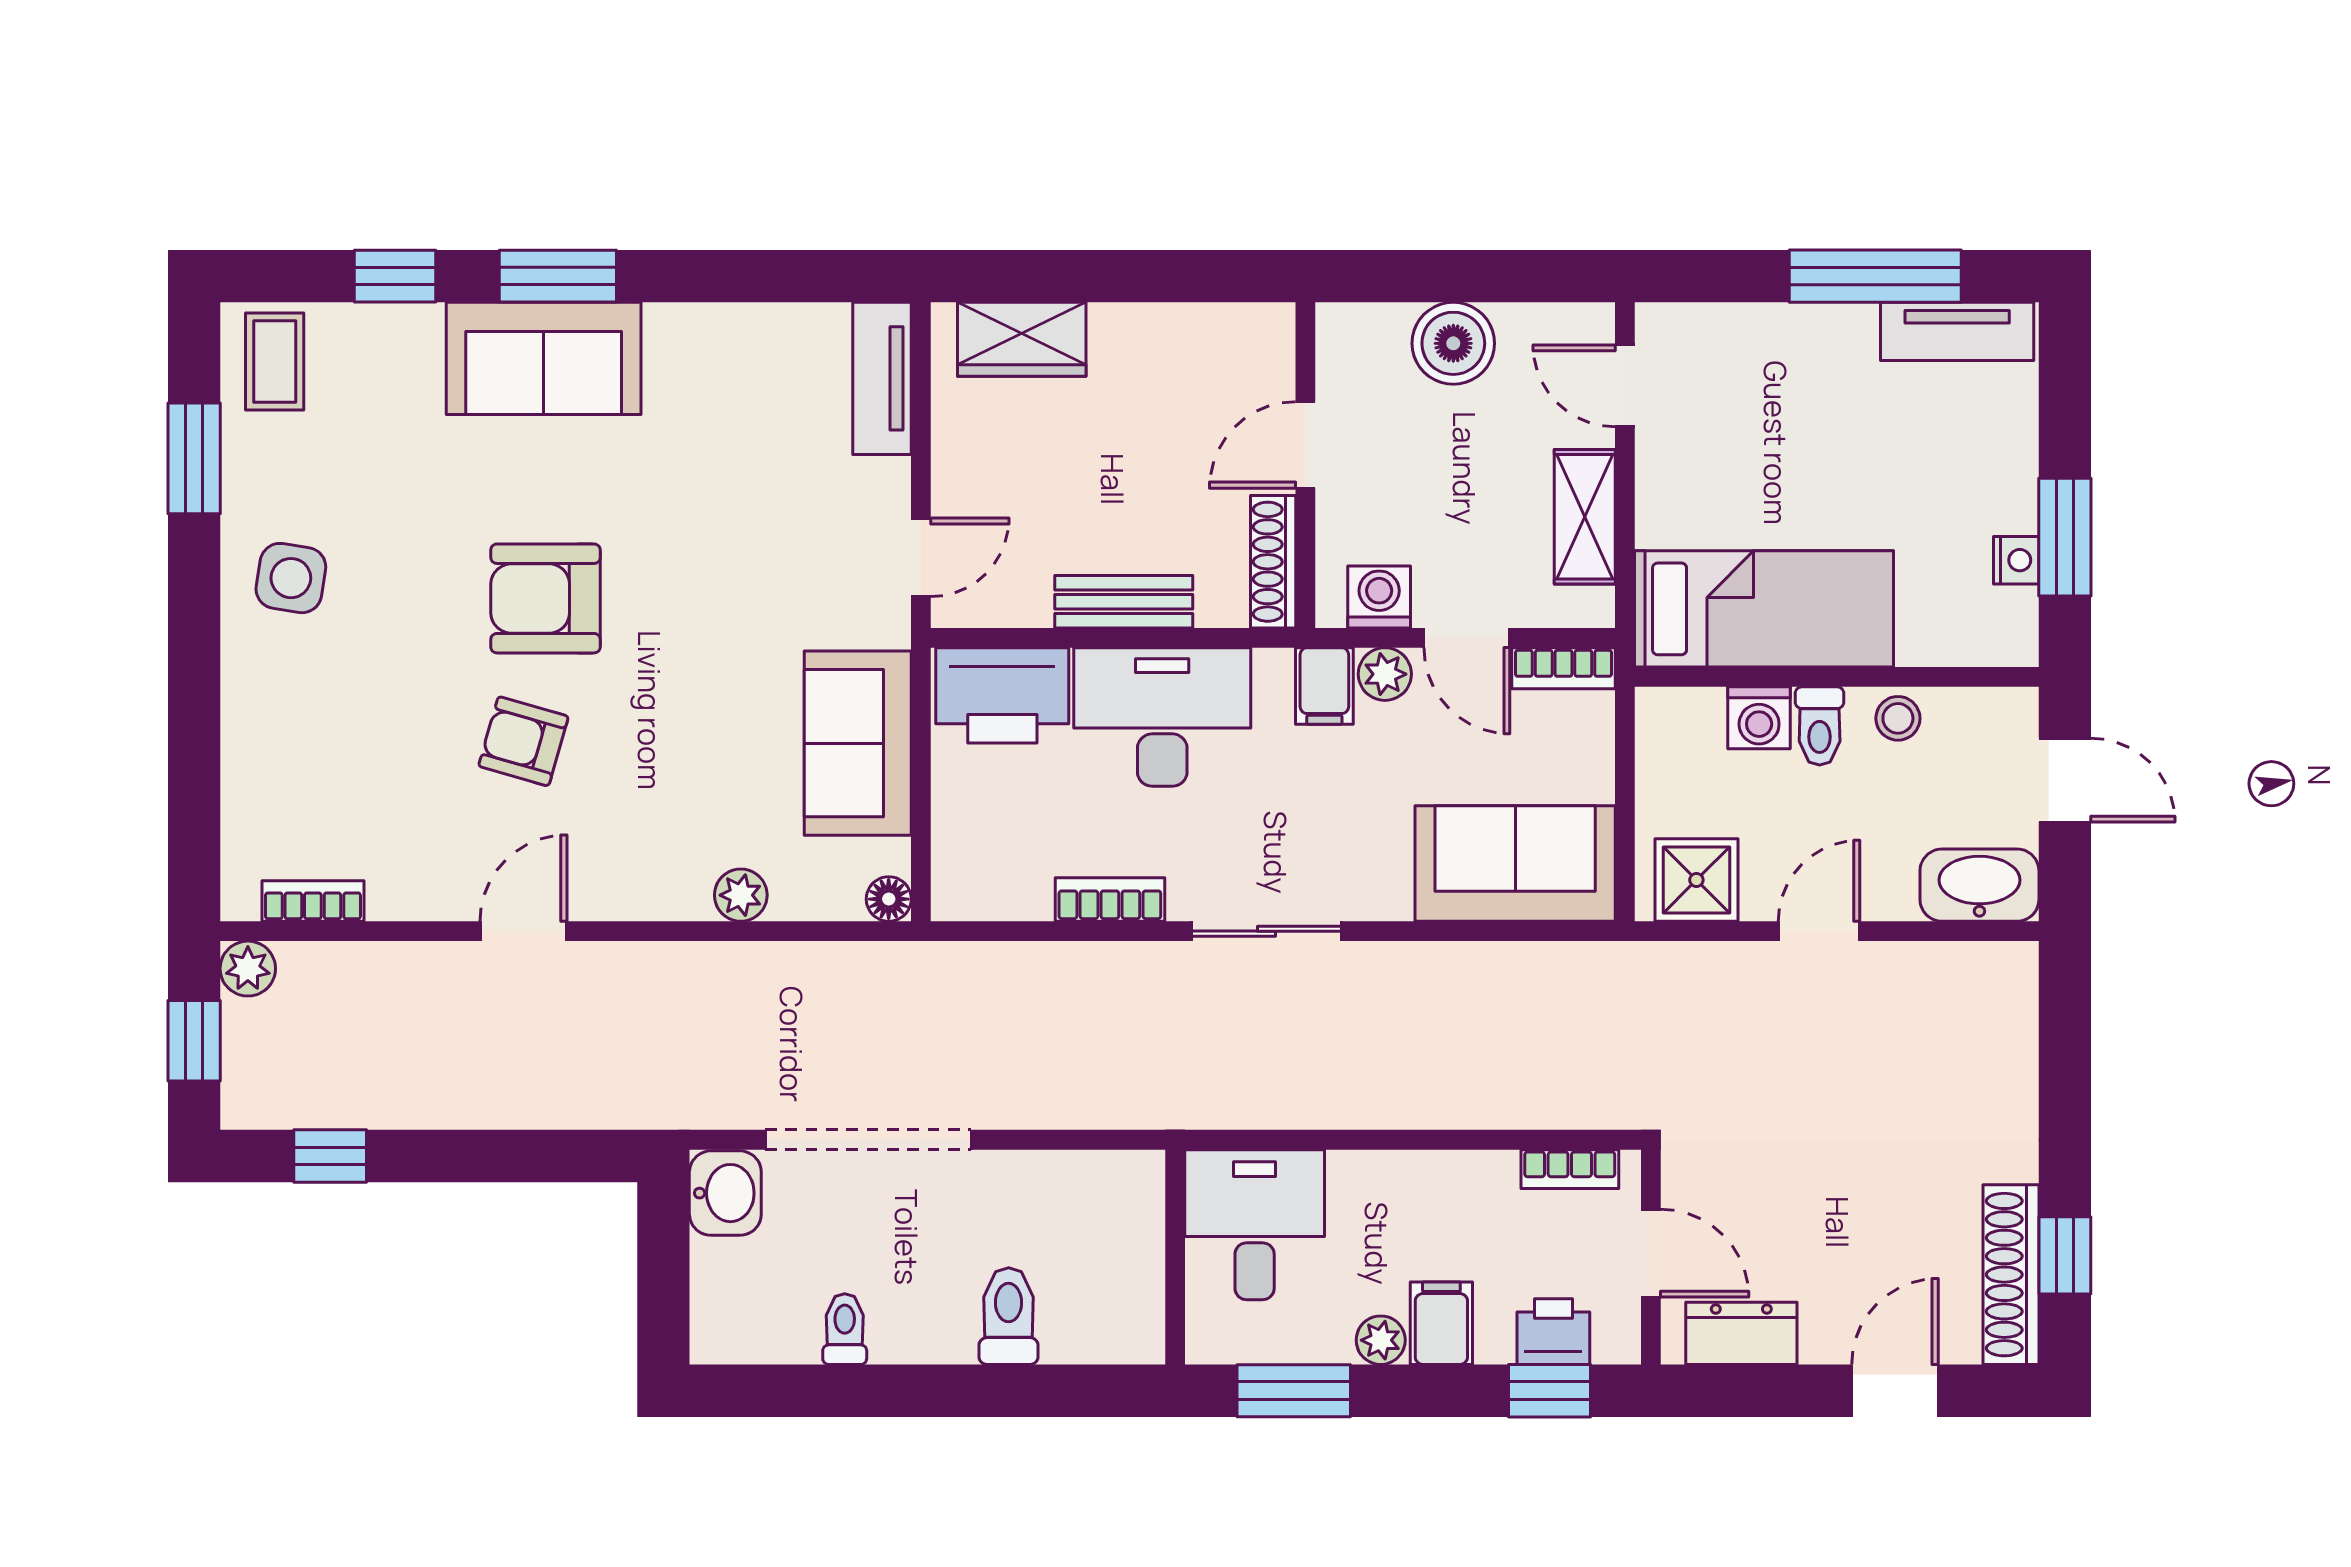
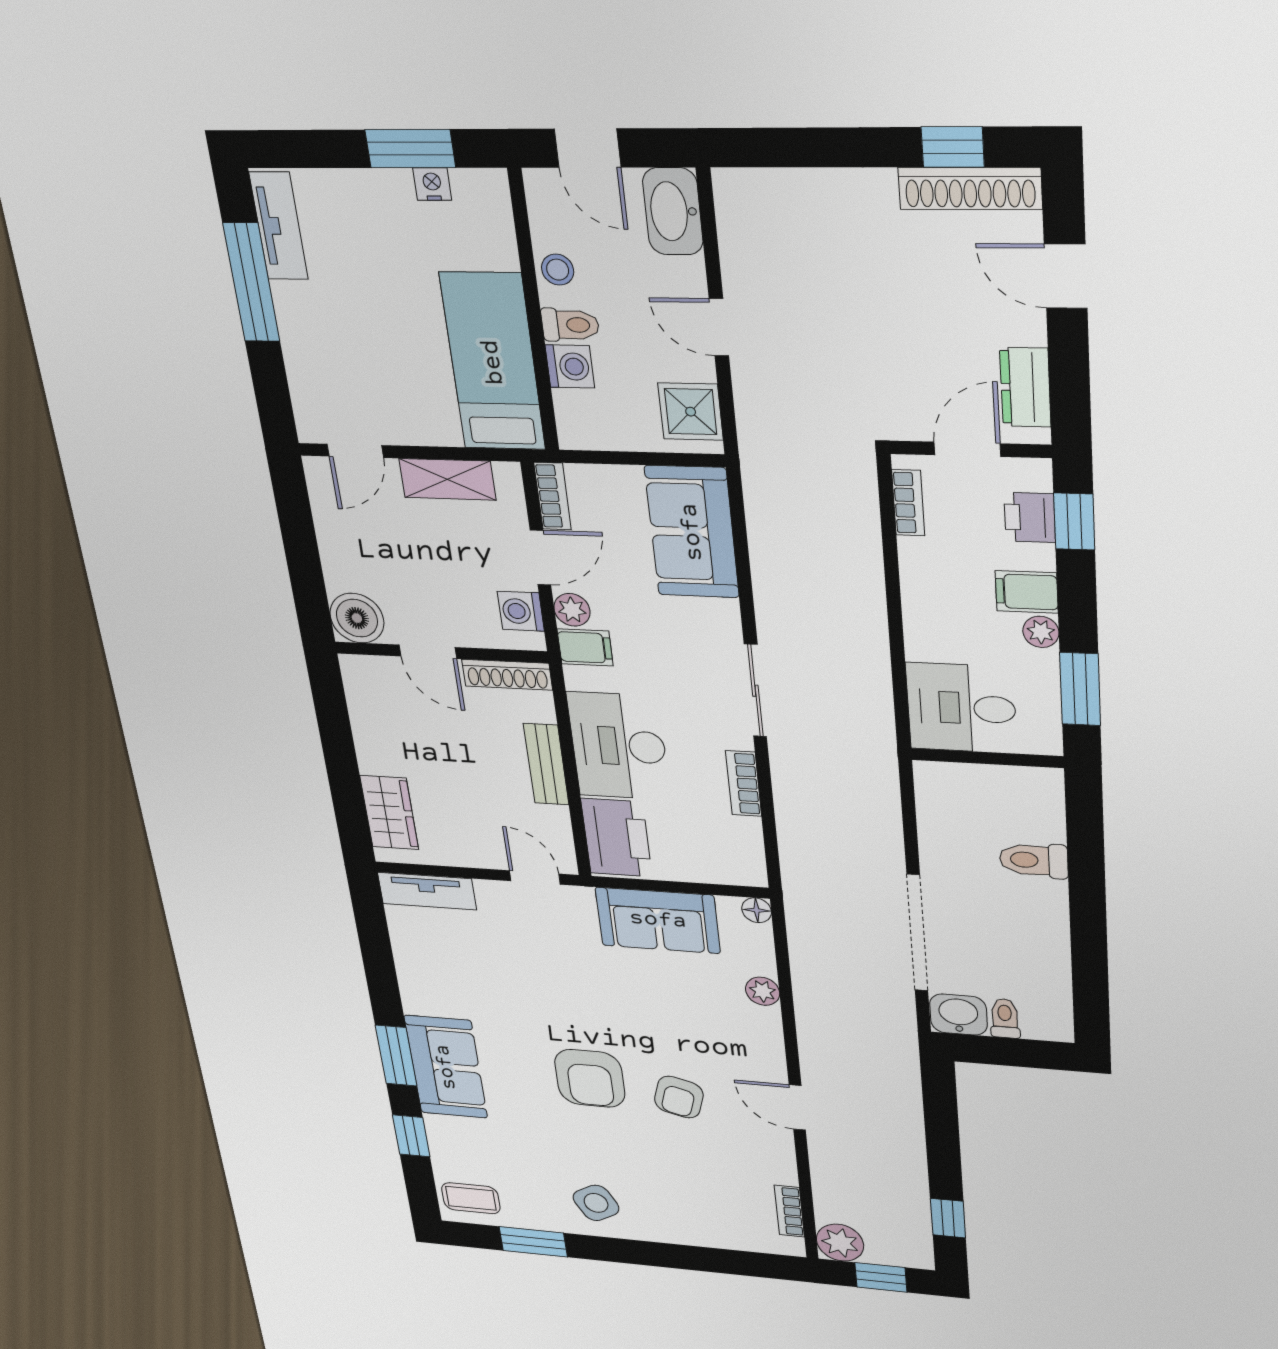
boiler: (1453, 343) -> (357, 618), moved
side table: (291, 578) -> (596, 1203), turned -38
door: (2065, 780) -> (588, 148), swing flipped
plant: (248, 969) -> (840, 1243), width x1.38, depth x1.38
toilet: (845, 1329) -> (1005, 1018), moved, turned 90

